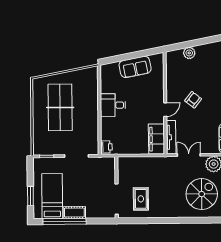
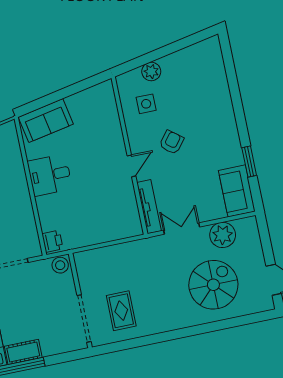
sofa: (135, 67) -> (46, 121), moved
side table: (182, 73) -> (146, 104), added
filing cabinet: (156, 139) -> (127, 214), removed
stool: (108, 163) -> (60, 265), added

